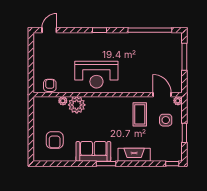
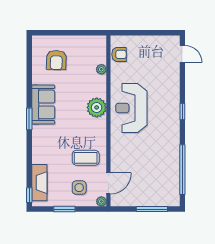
plant: (77, 105) -> (97, 107), moved
armchair: (55, 140) -> (56, 60), turned -88
fireplace: (134, 155) -> (39, 183), moved

